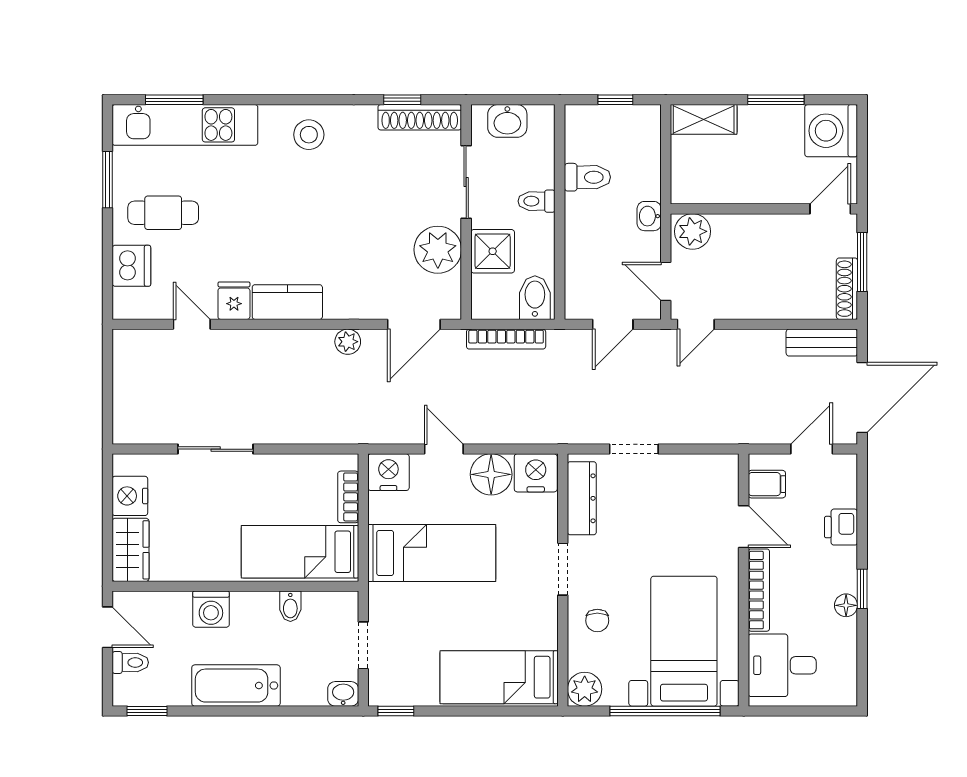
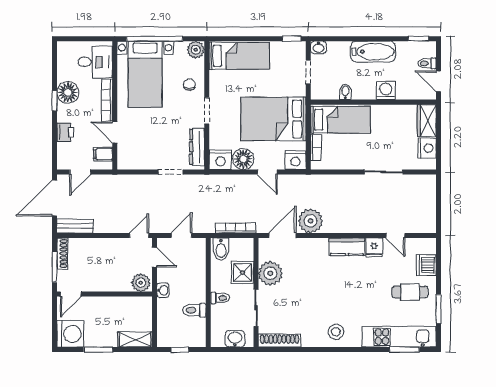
window: (402, 100) -> (288, 350), removed
plant: (348, 342) -> (310, 221), width x1.87, depth x1.87
bed: (432, 553) -> (273, 119), width x1.50
floor lamp: (846, 605) -> (68, 92), width x1.89, depth x1.89

